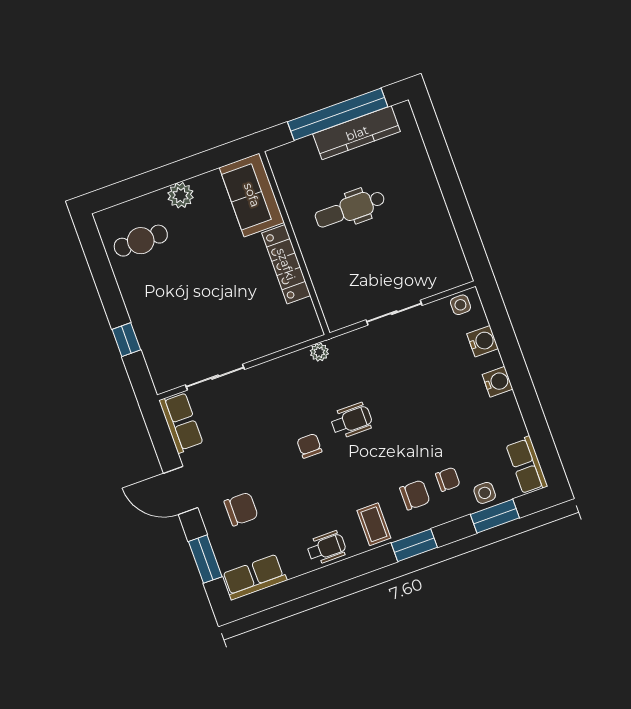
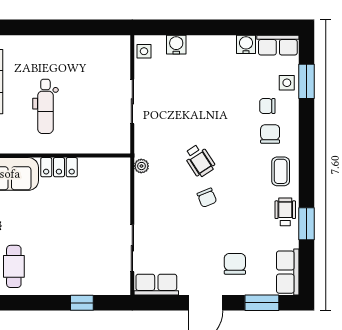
locker: (286, 264) -> (59, 167), width x0.66
water cooler: (498, 382) -> (246, 44), moved
wheelchair: (351, 420) -> (199, 161), turned 147
chair: (309, 446) -> (207, 198), turned -112
chair: (448, 479) -> (267, 106), turned -90
coffee table: (374, 524) -> (281, 171), turned 90
window: (414, 545) -> (306, 224), moved

